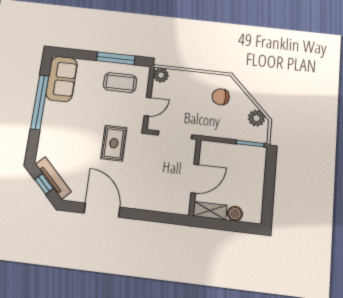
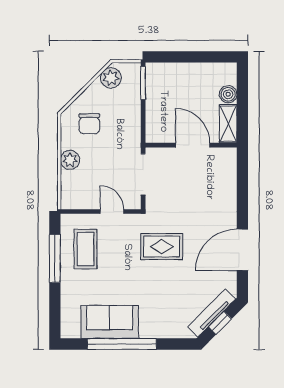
plant: (161, 75) -> (70, 160), moved
sofa: (62, 79) -> (110, 322), moved

